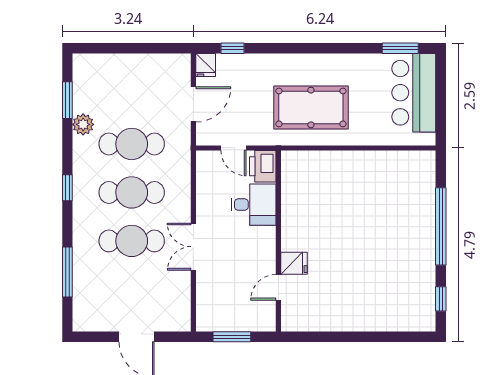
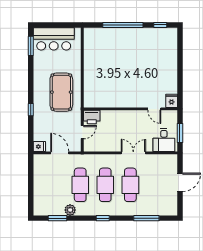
window: (232, 48) -> (31, 110), moved
desk: (254, 205) -> (164, 140), moved, turned 180
double door: (193, 247) -> (133, 153), swing flipped
fridge: (294, 263) -> (172, 101), moved

